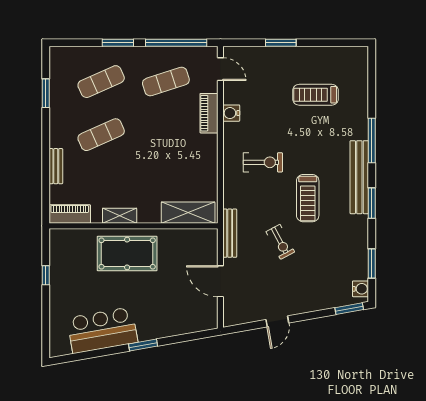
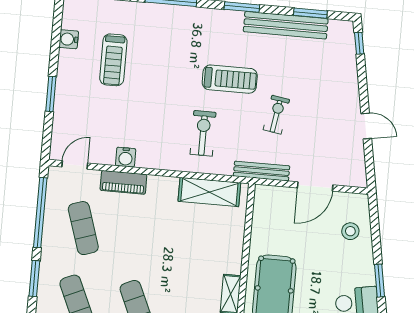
exercise bike: (263, 162) -> (203, 133), moved
bench: (359, 177) -> (286, 25), moved
shelving: (188, 213) -> (209, 192), moved, turned 90
exercise bike: (280, 242) -> (276, 115), turned -53
water cooler: (360, 289) -> (69, 39), moved, turned -90
window: (349, 309) -> (359, 43), width x0.67
stool: (184, 316) -> (350, 231), added

